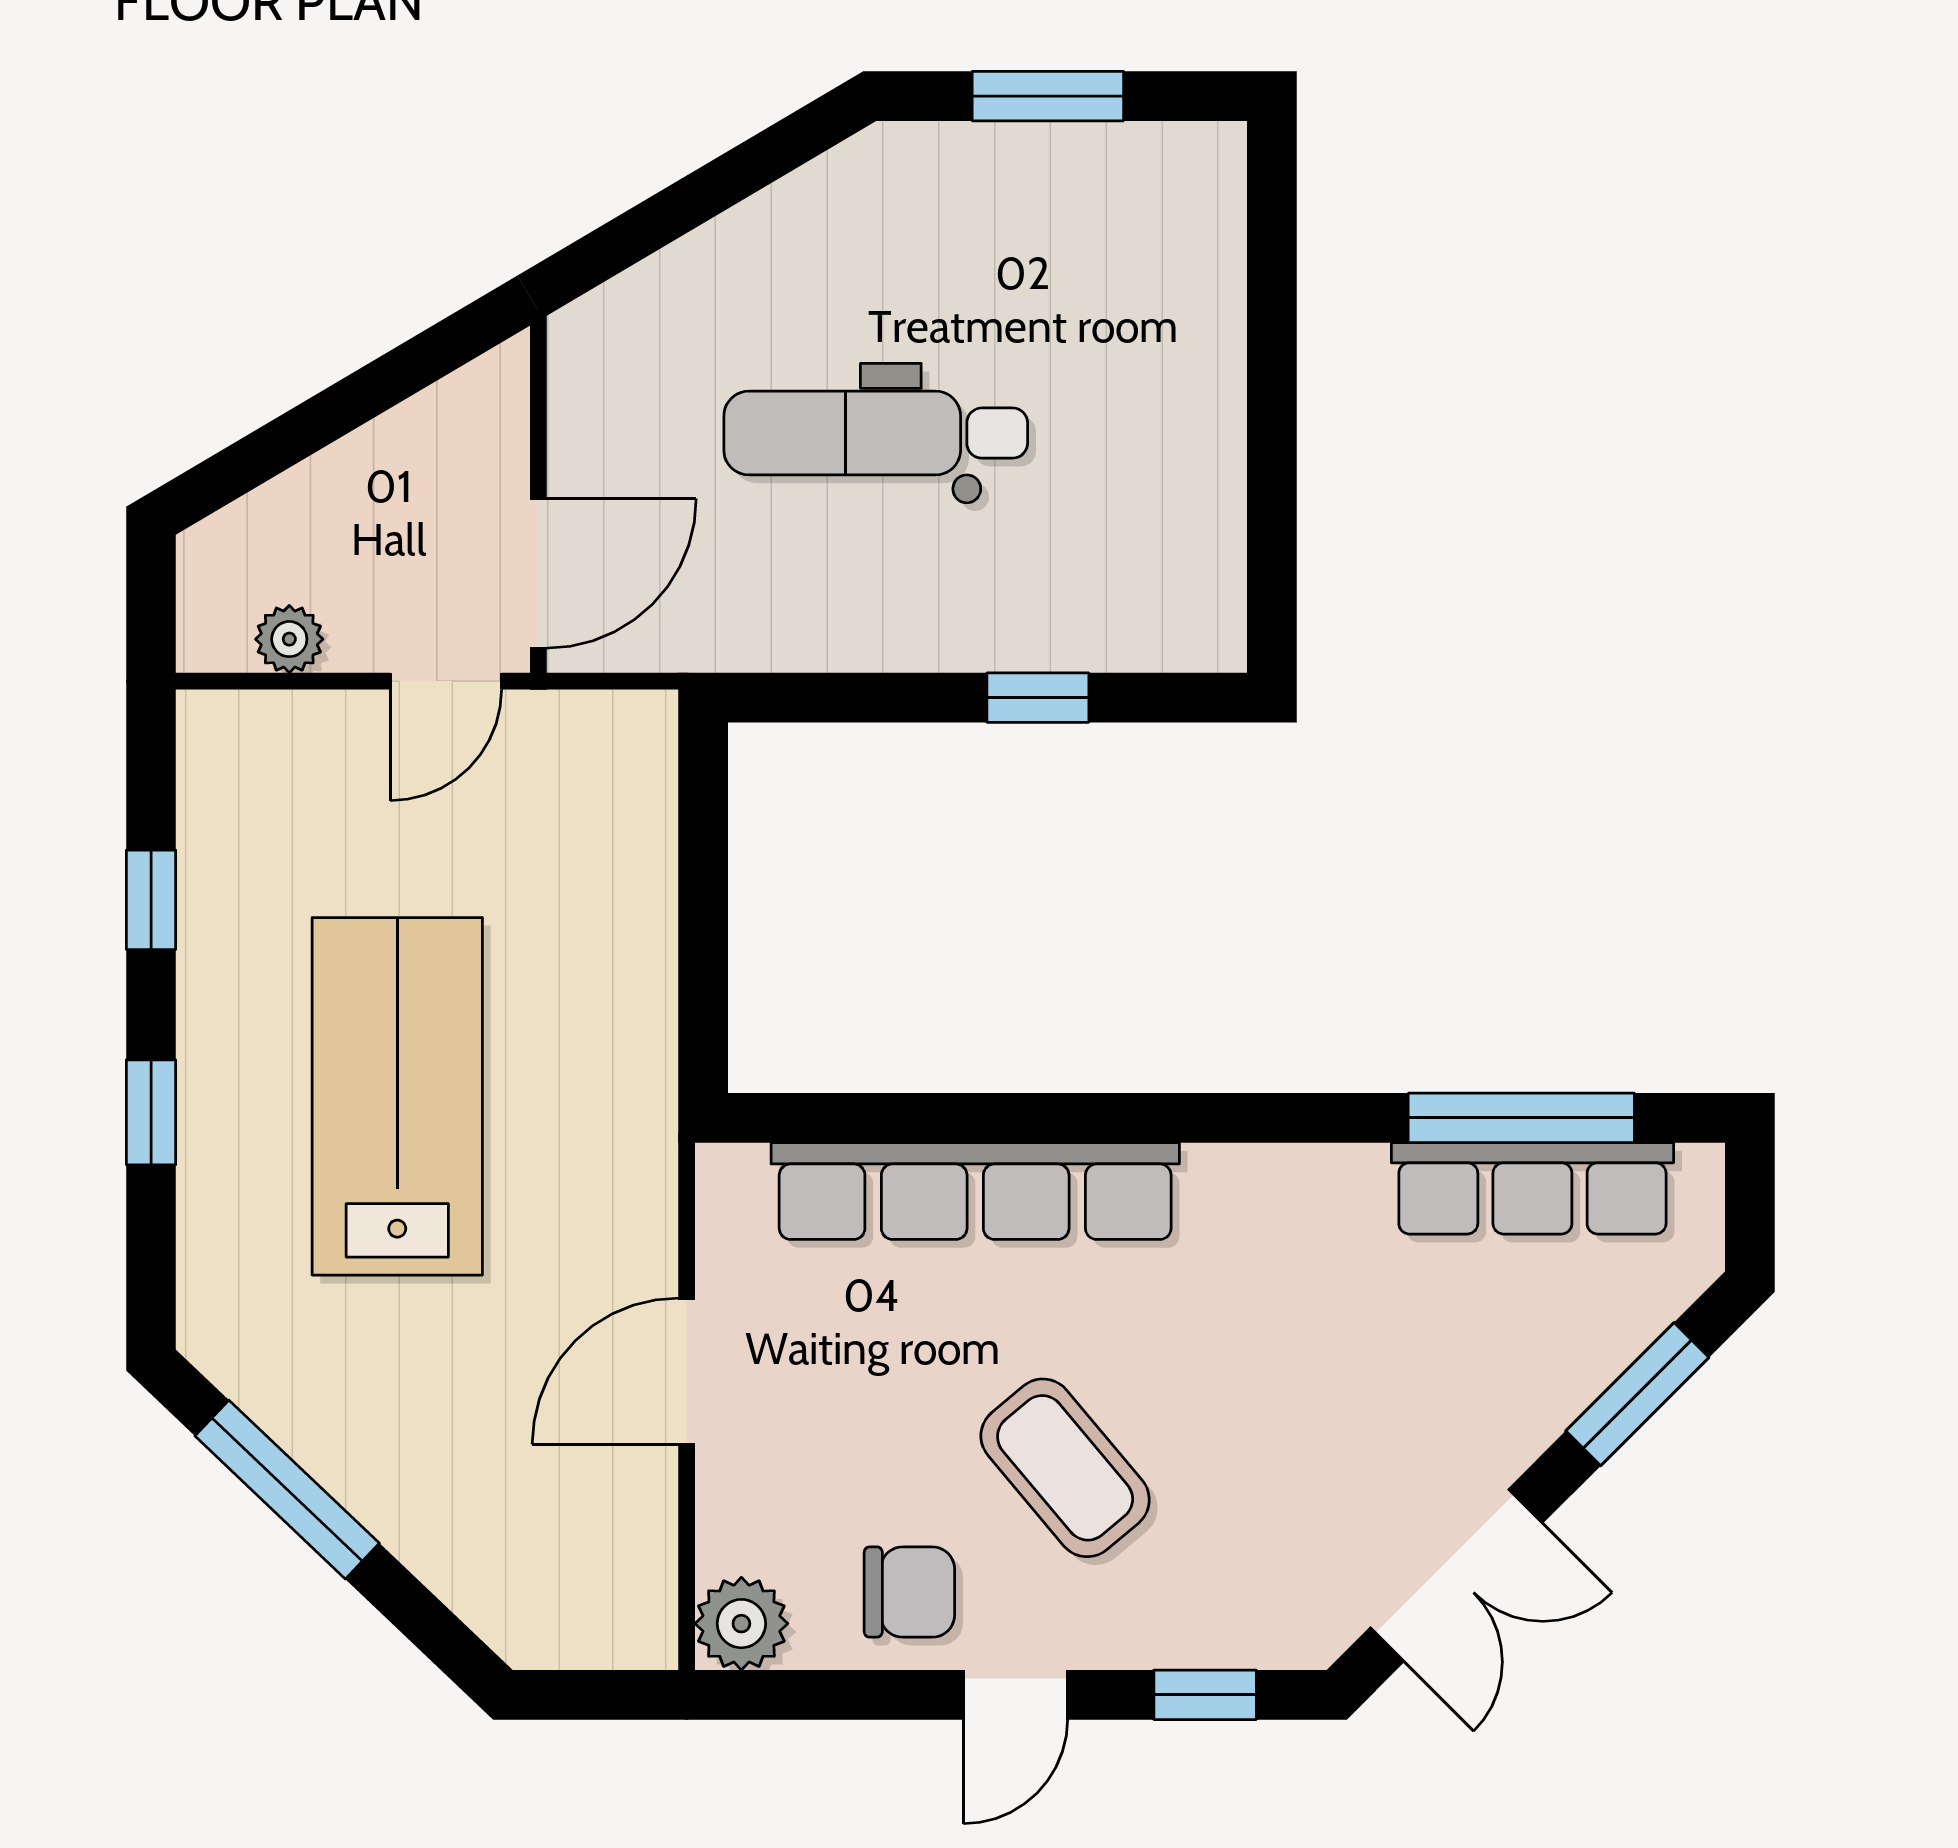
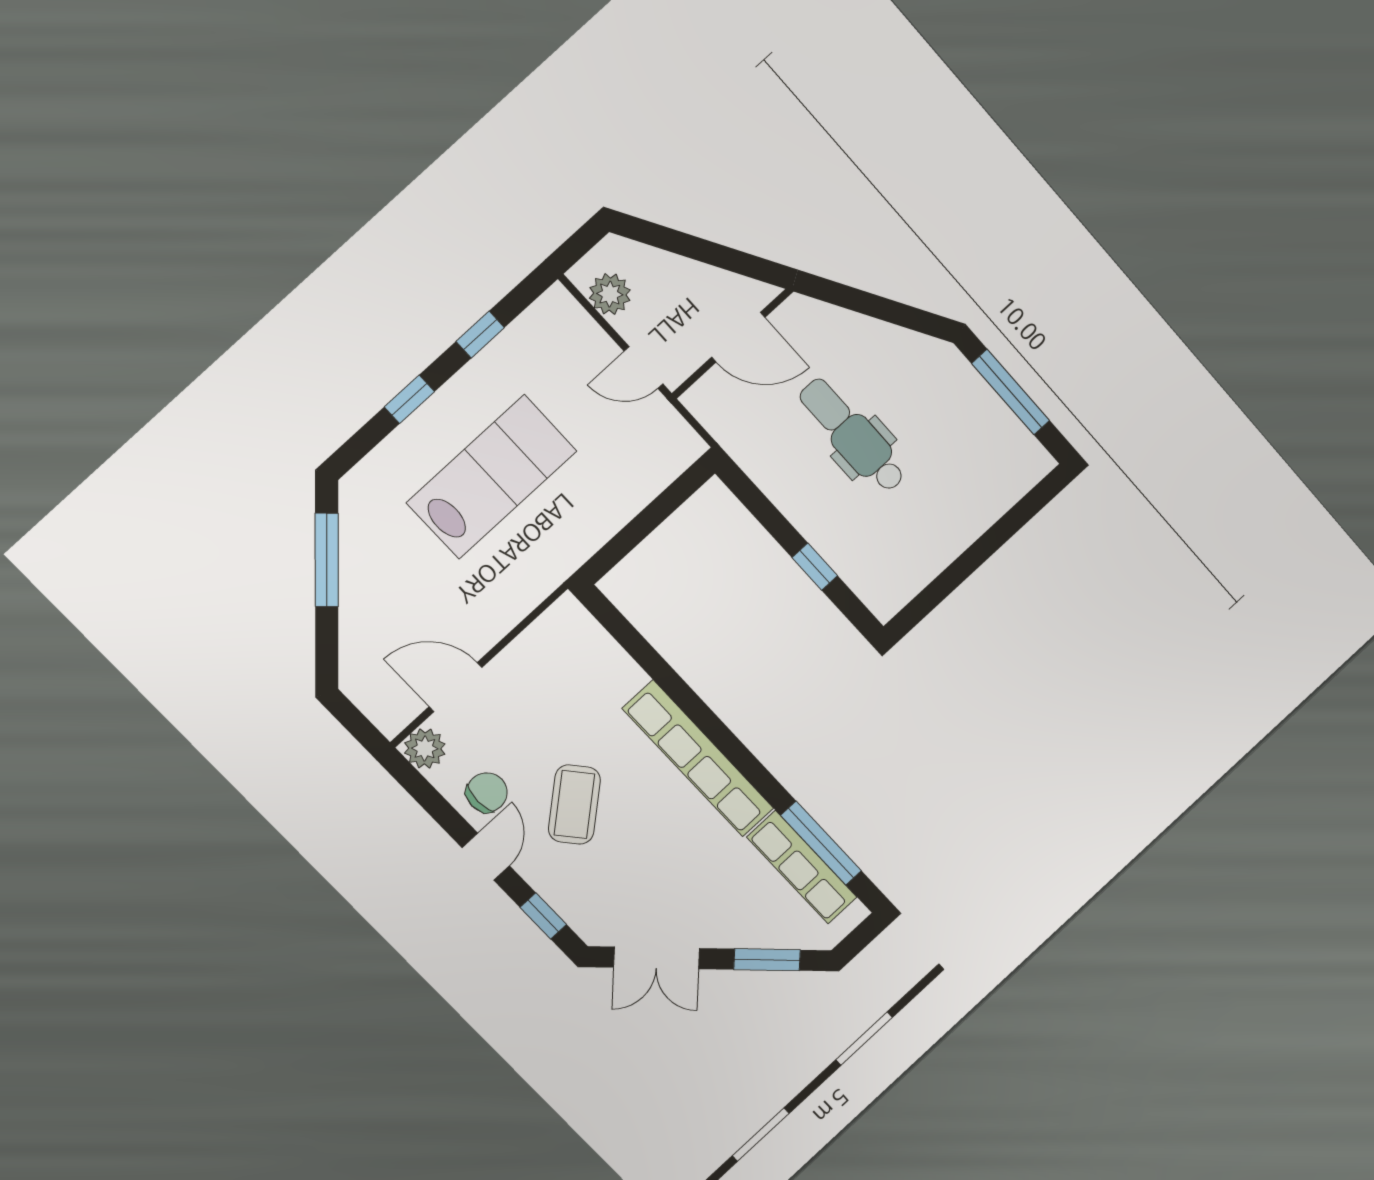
window: (1048, 96) -> (1011, 392), width x1.44
door: (538, 573) -> (738, 337), moved
plant: (289, 639) -> (610, 294), width x1.38, depth x1.38
row of seats: (975, 1191) -> (698, 758), moved
door: (687, 1371) -> (456, 687), moved
chair: (909, 1592) -> (487, 792), turned -90
door: (1016, 1695) -> (486, 857), swing flipped

